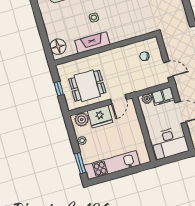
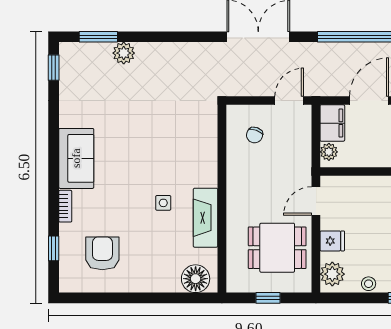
dining table: (87, 86) -> (277, 248), turned 90
door: (118, 99) -> (316, 201), swing flipped
fridge: (100, 117) -> (332, 241), width x0.53, depth x0.75

